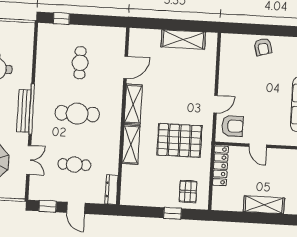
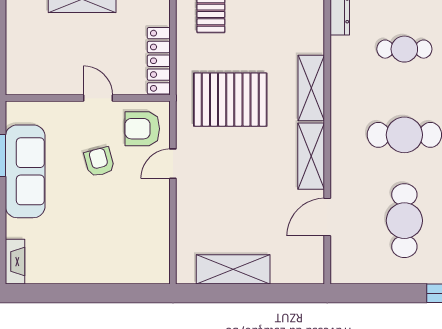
armchair: (263, 47) -> (99, 162), moved
cafe table: (80, 63) -> (404, 221), width x1.37, depth x1.35

